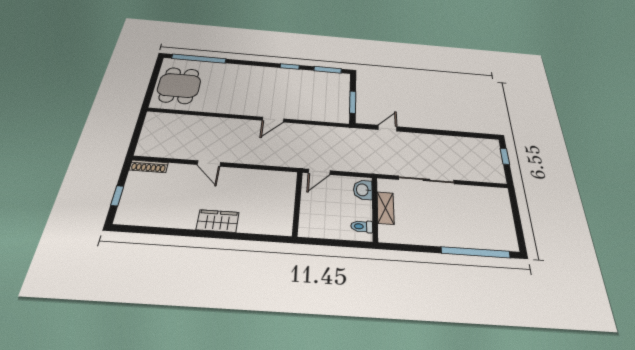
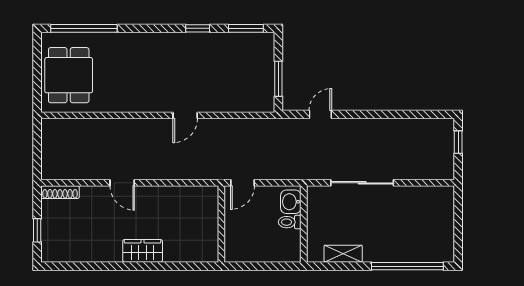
shelving: (385, 208) -> (343, 254), moved, turned 90
toilet: (362, 227) -> (290, 222), moved

